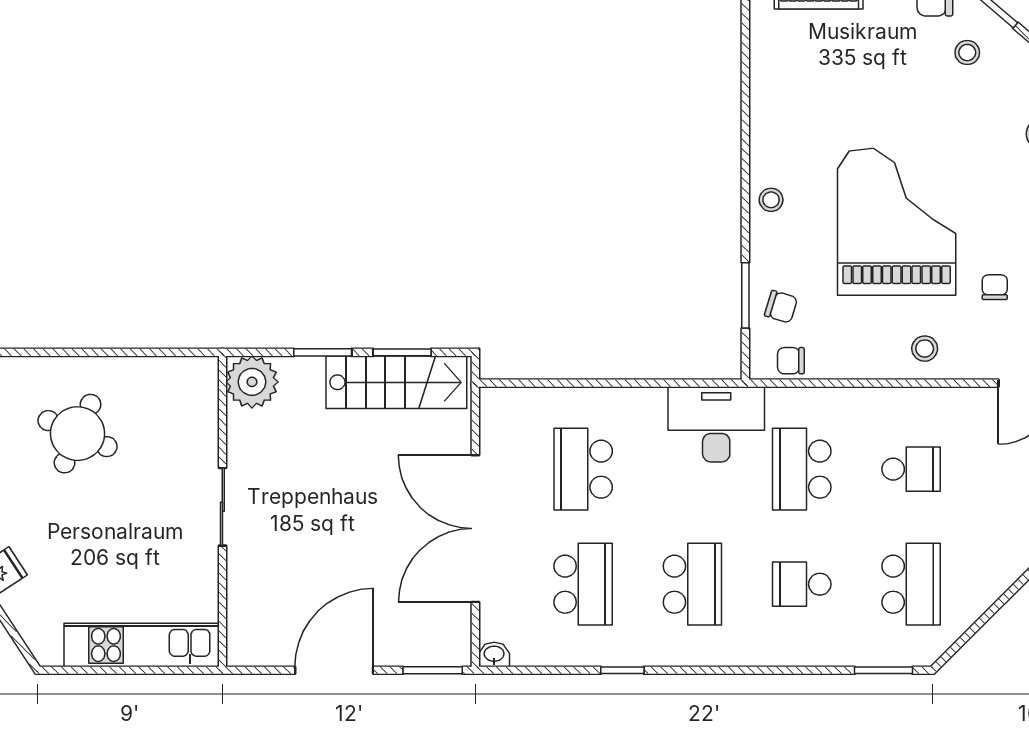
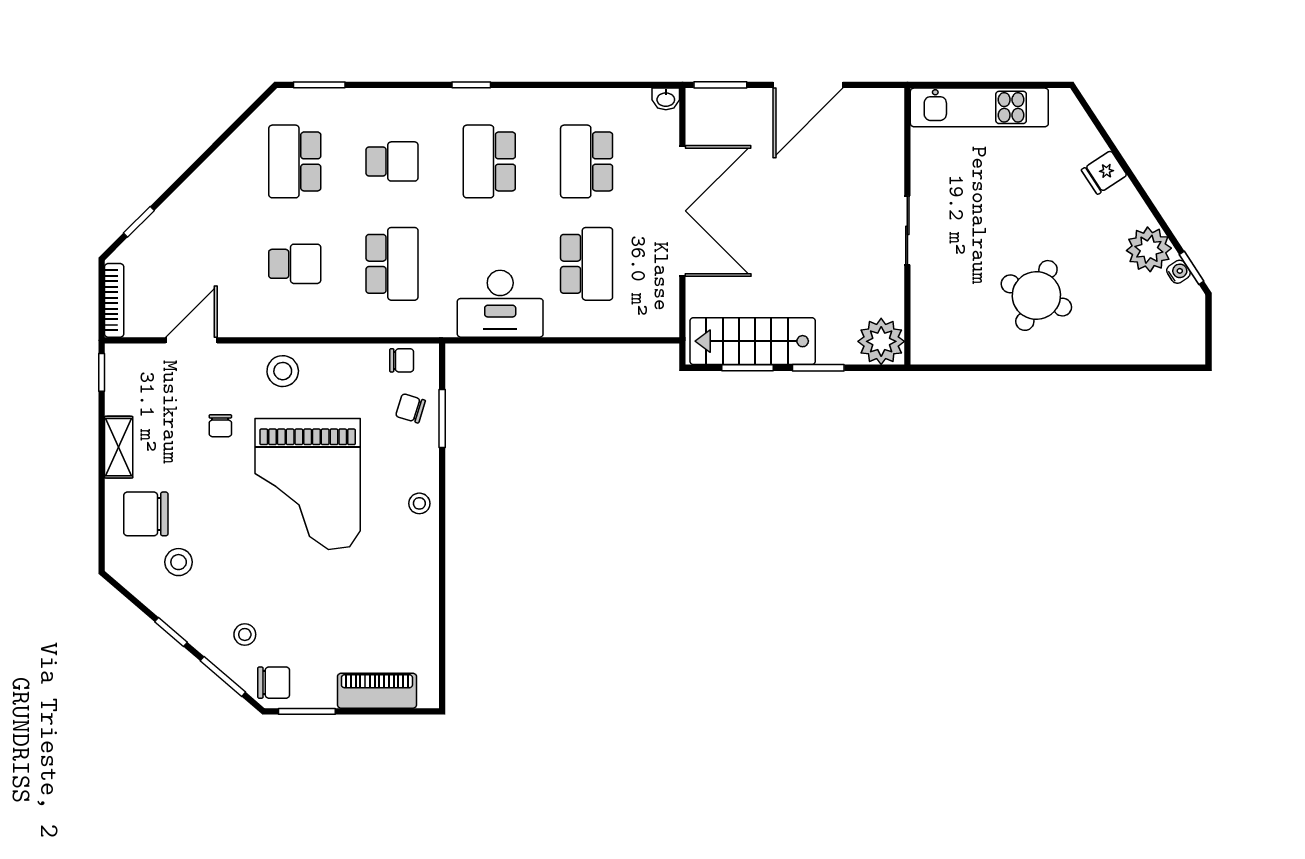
stool: (925, 349) -> (283, 371), width x1.37, depth x1.37
desk: (716, 424) -> (500, 304), moved
school desk: (911, 469) -> (295, 264), turned 180
window: (622, 670) -> (471, 85), moved

